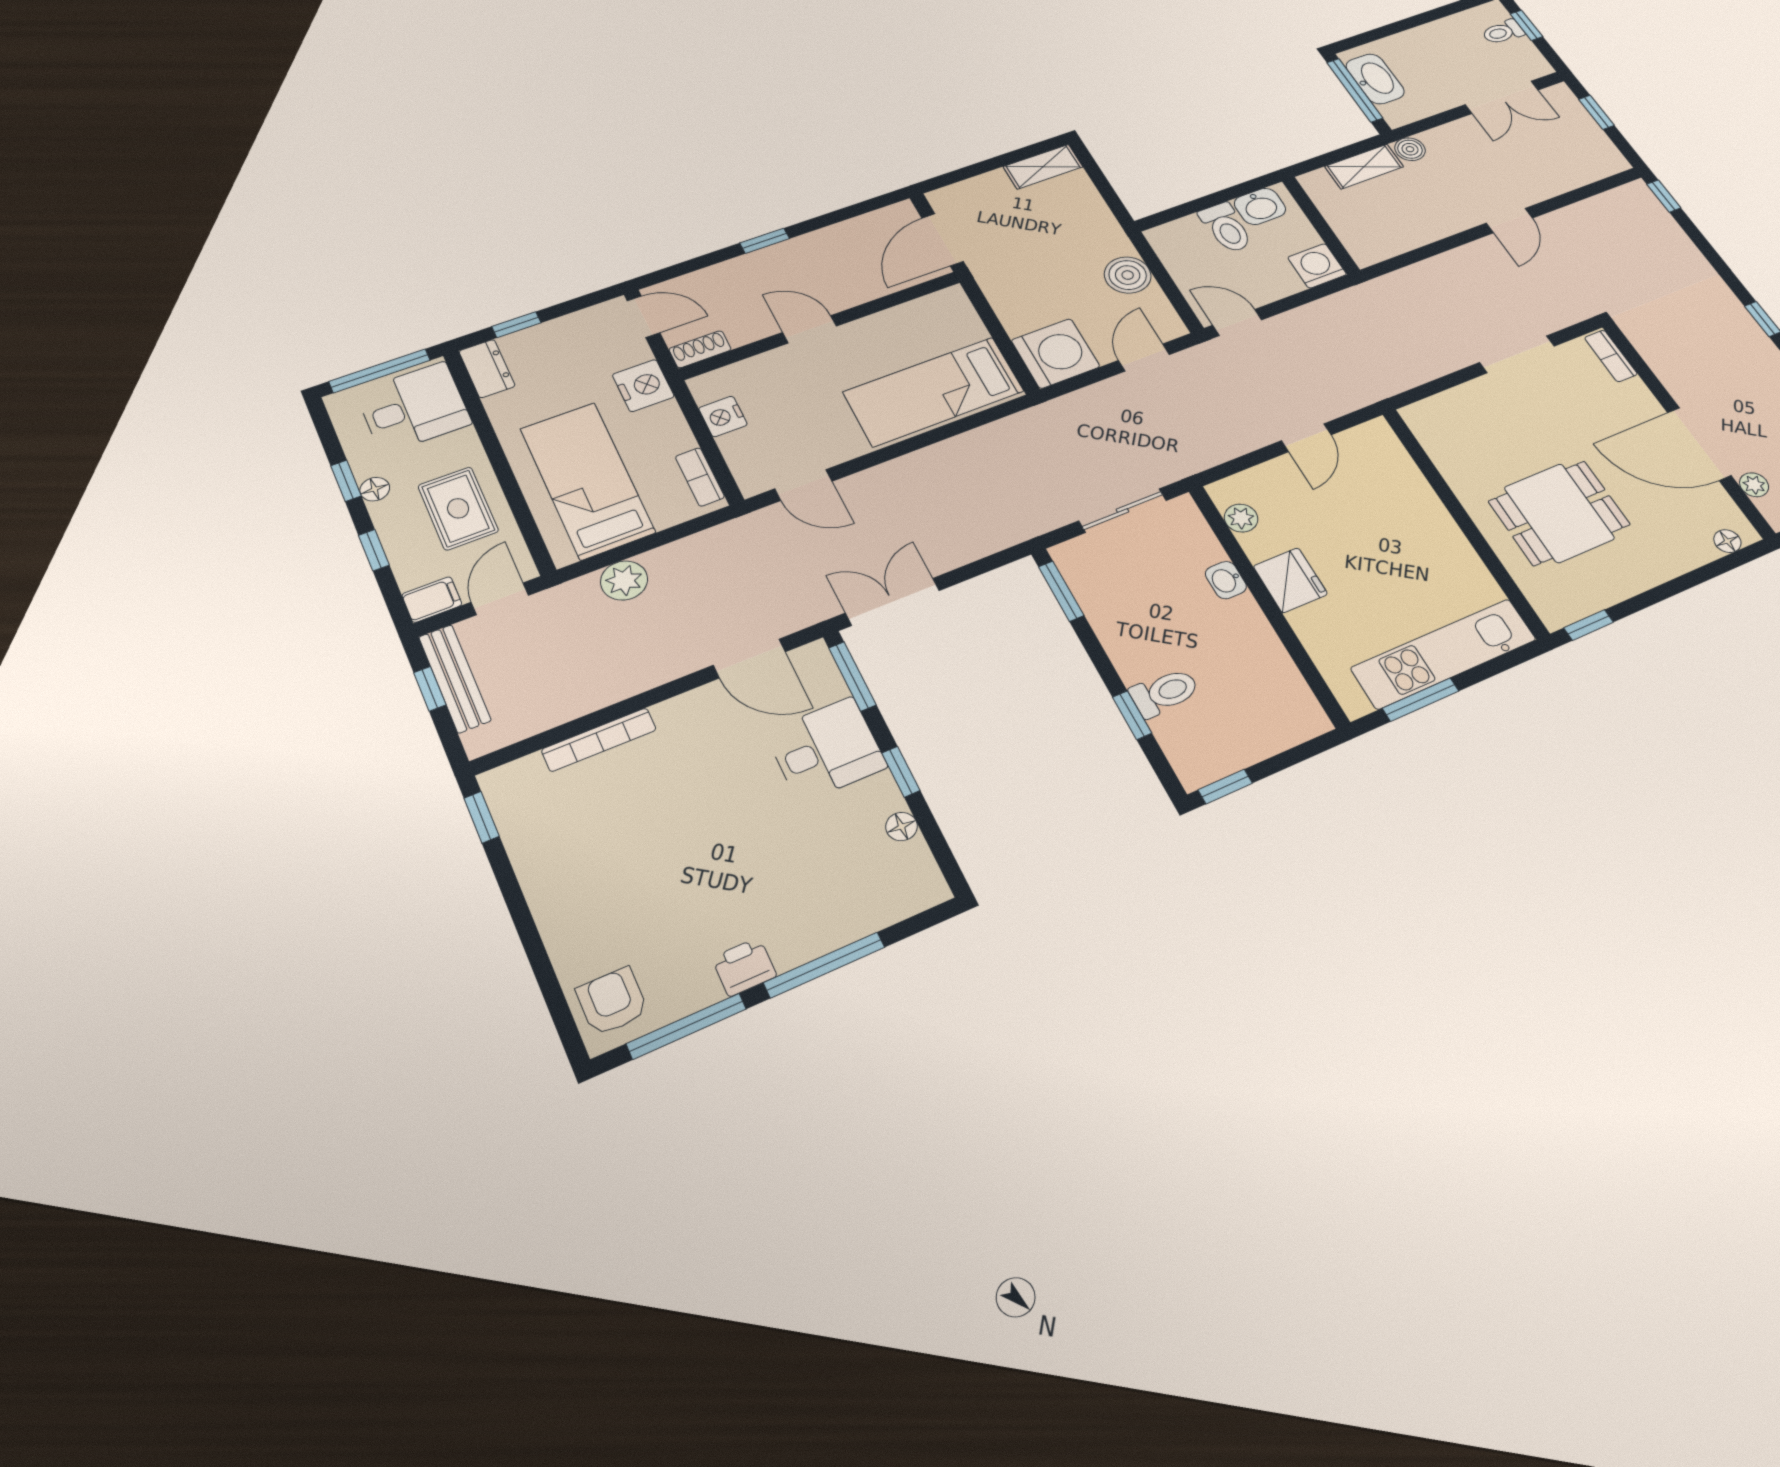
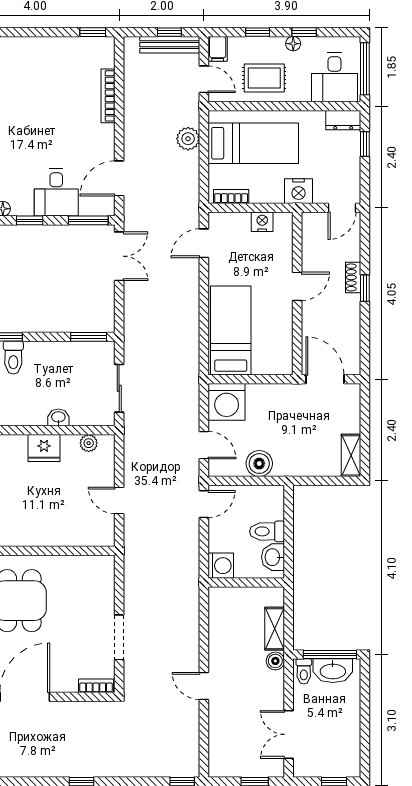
toilet: (1503, 32) -> (304, 671), moved, turned 180
shoe rack: (700, 349) -> (353, 277), moved, turned 180

